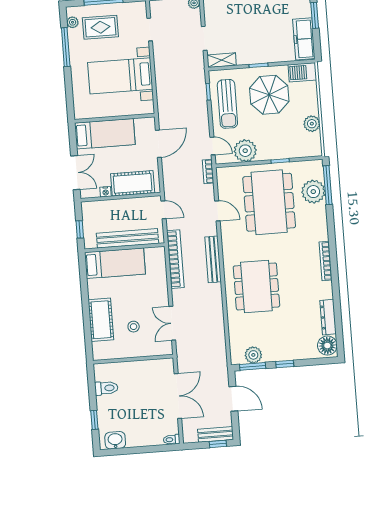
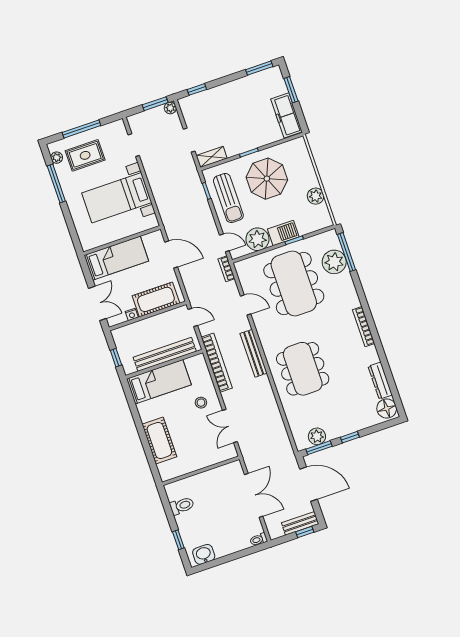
barbecue: (302, 72) -> (283, 233), moved, turned 180
door: (158, 144) -> (171, 254), hinge flipped
stool: (134, 327) -> (201, 403), moved
door: (233, 399) -> (309, 484), width x1.36

